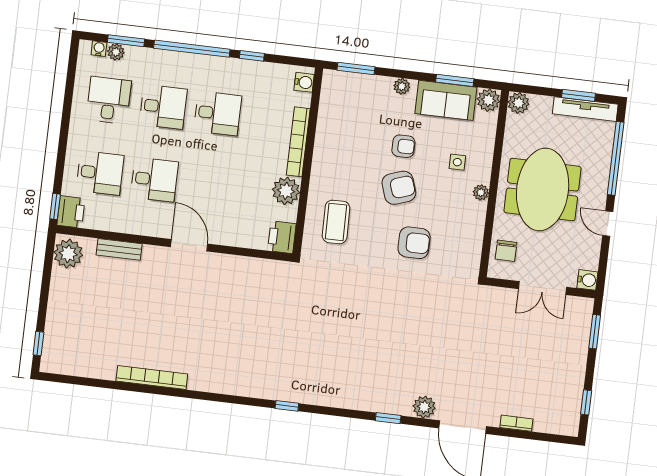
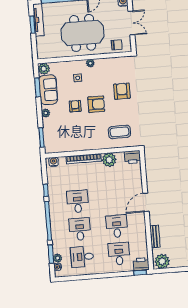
plant: (519, 103) -> (42, 53), removed
armchair: (399, 188) -> (96, 104), turned 109

